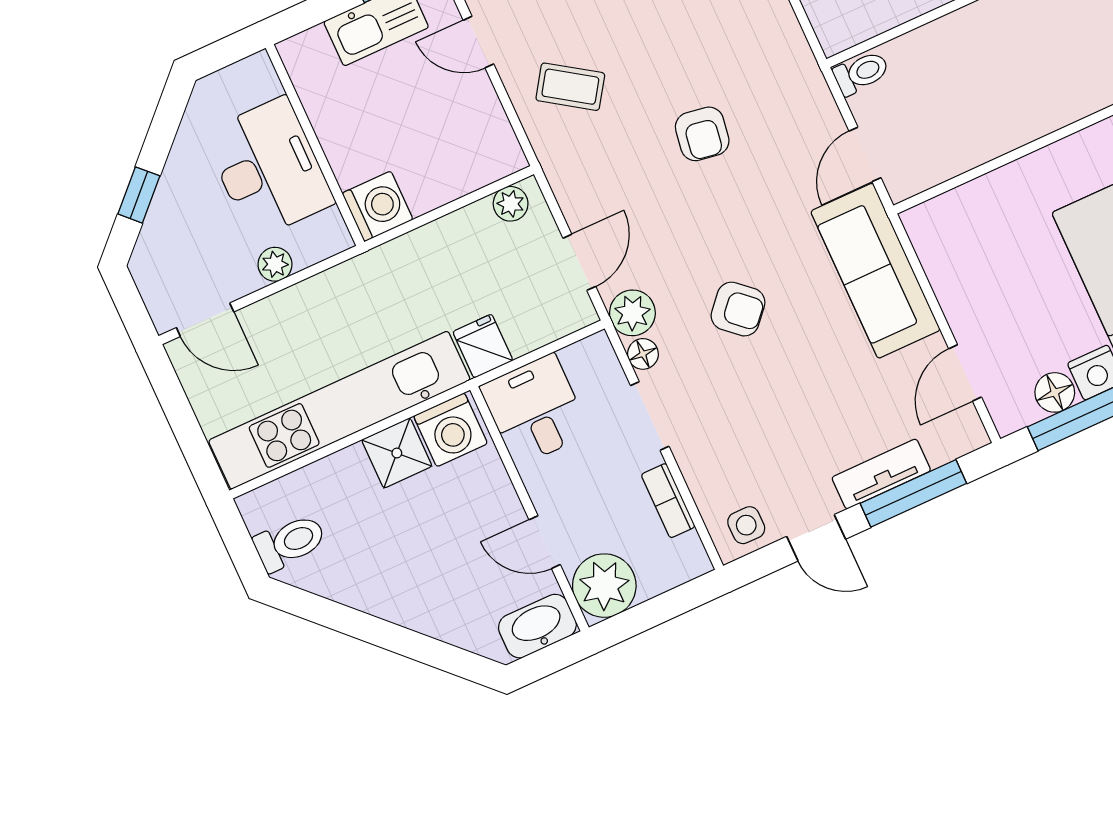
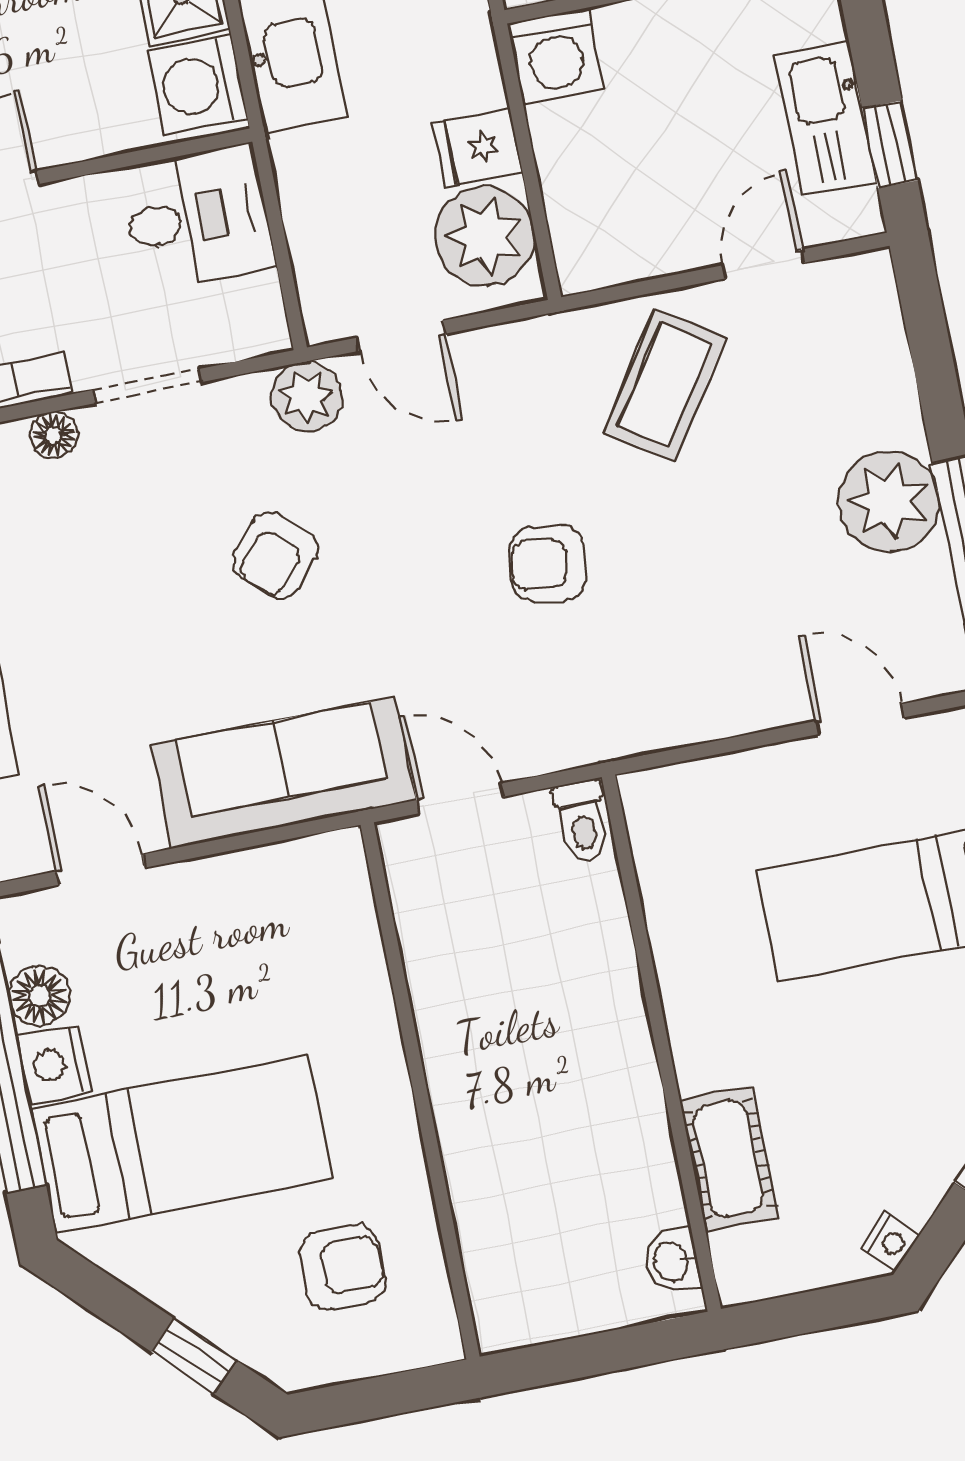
coffee table: (570, 87) -> (665, 385), width x1.36, depth x1.30
plant: (511, 204) -> (485, 236), width x1.88, depth x1.88
fridge: (483, 346) -> (478, 148), moved, turned 180
floor lamp: (643, 354) -> (54, 435), moved

